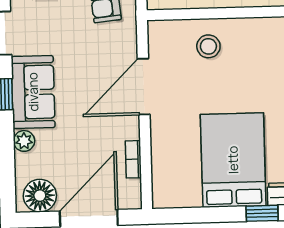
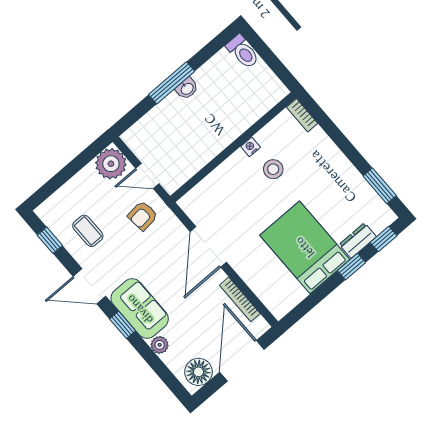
nightstand: (259, 25) -> (251, 147), added
stool: (208, 46) -> (273, 169), moved
bookcase: (133, 159) -> (240, 299), width x1.56

